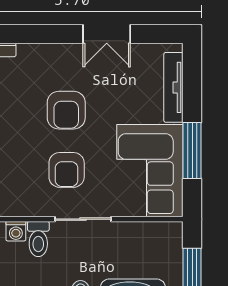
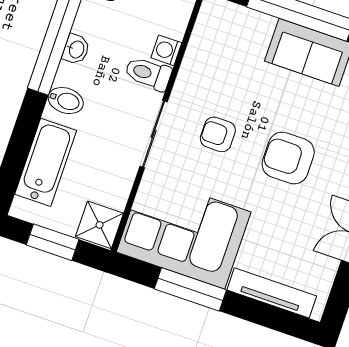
armchair: (67, 170) -> (218, 134), width x0.72, depth x0.72
shower: (167, 237) -> (100, 225), added

